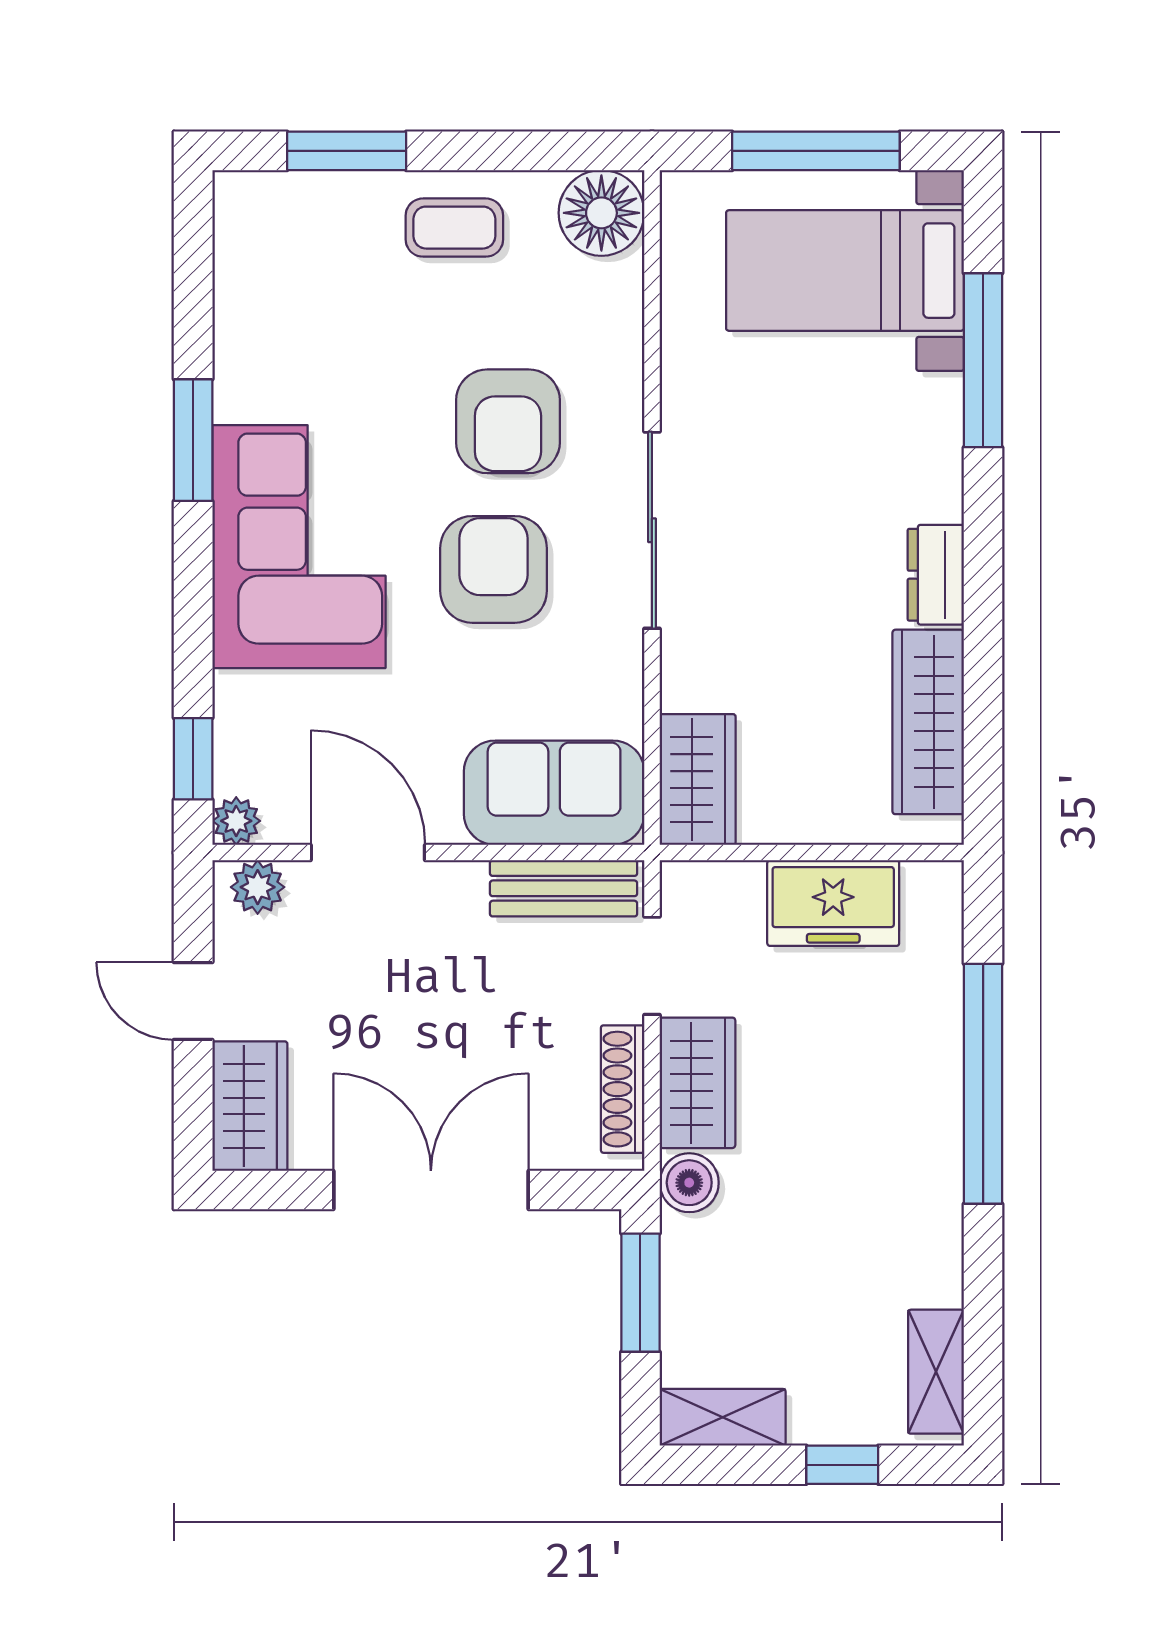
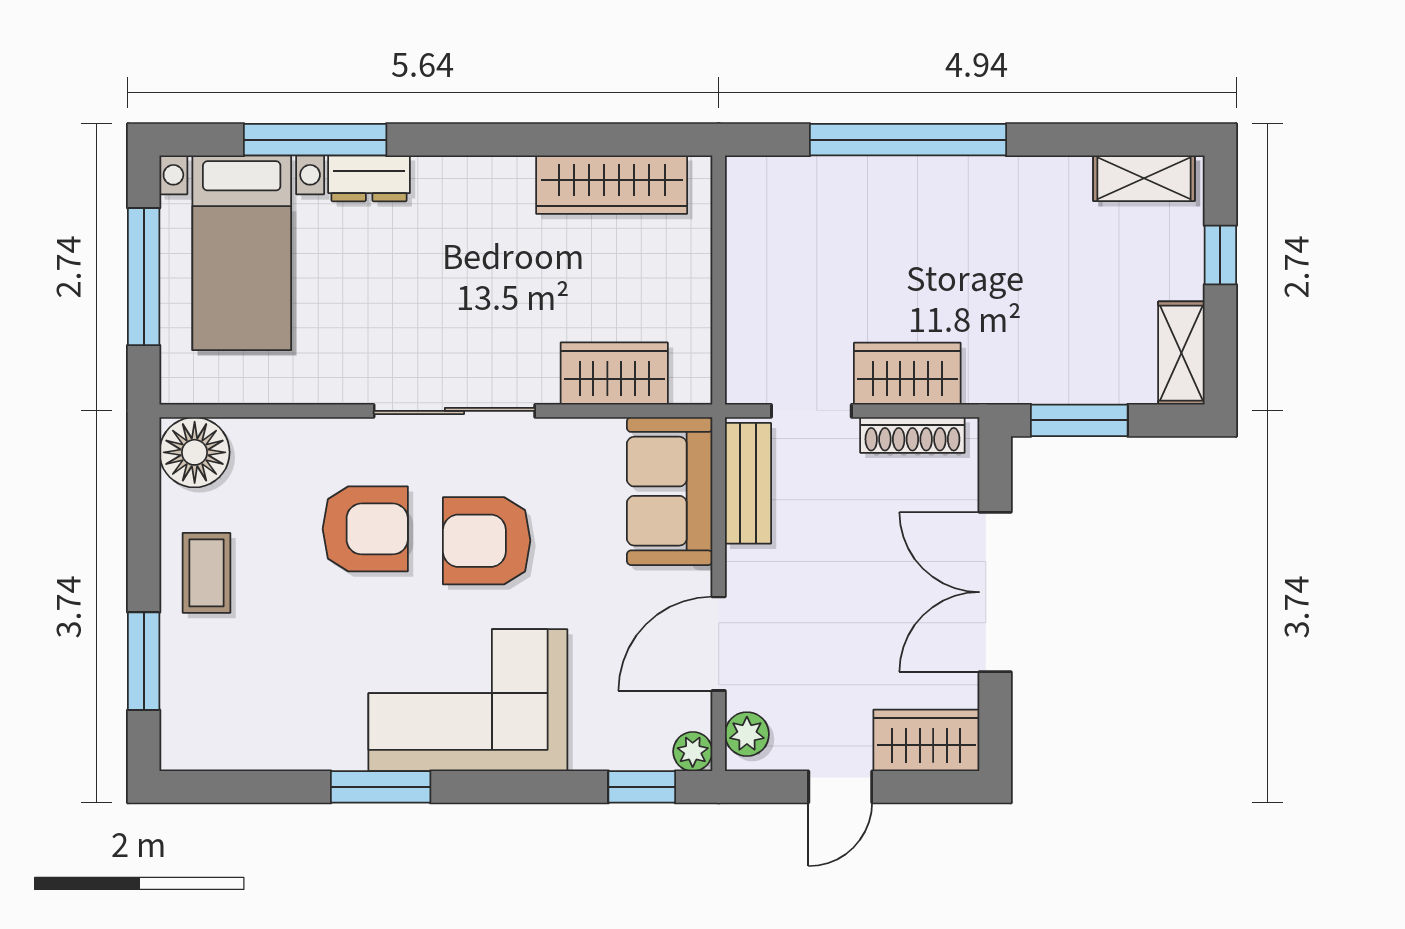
dresser: (936, 575) -> (369, 178), moved
wardrobe: (698, 779) -> (614, 374), moved
freezer: (833, 903) -> (760, 262), removed
boiler: (689, 1183) -> (989, 380), removed

